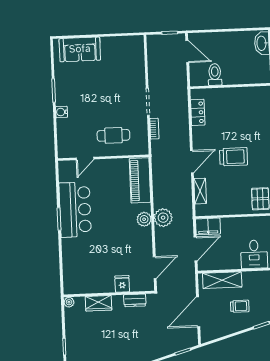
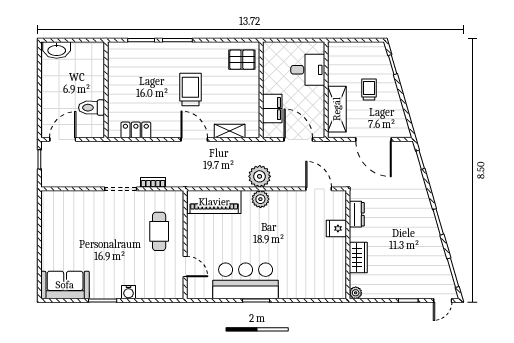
sofa: (80, 49) -> (65, 285), moved, turned -90
filing cabinet: (208, 226) -> (272, 109), moved

